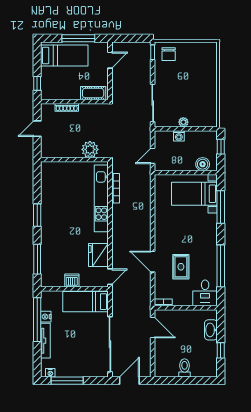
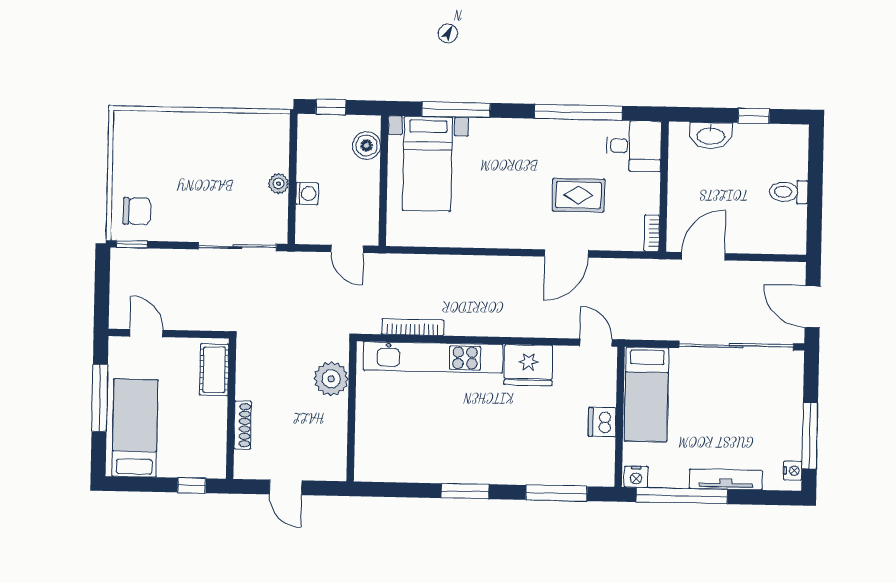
fridge: (98, 255) -> (528, 365), moved
nightstand: (46, 317) -> (636, 477), moved

